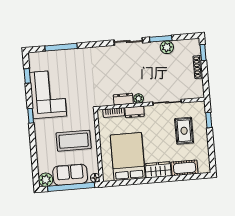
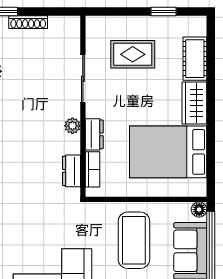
dresser: (123, 99) -> (71, 171), moved
window: (209, 120) -> (164, 11), moved

